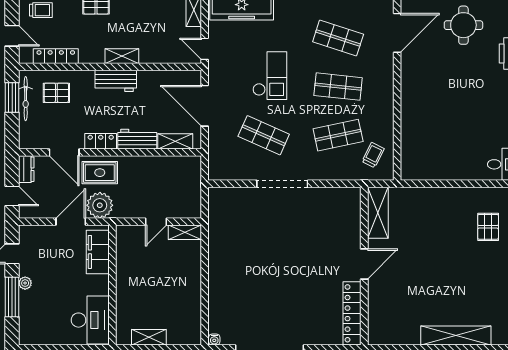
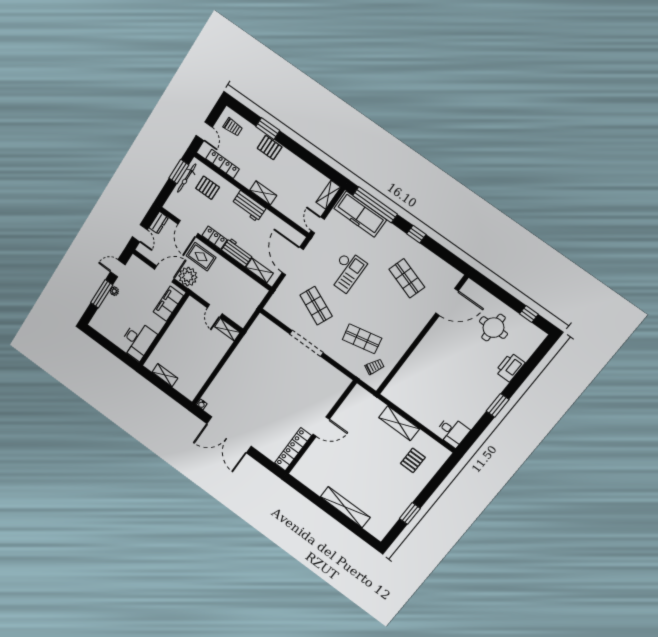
shop shelf: (338, 87) -> (384, 309), removed
shelving: (378, 213) -> (399, 423), moved, turned 90
door: (156, 222) -> (215, 311), hinge flipped

